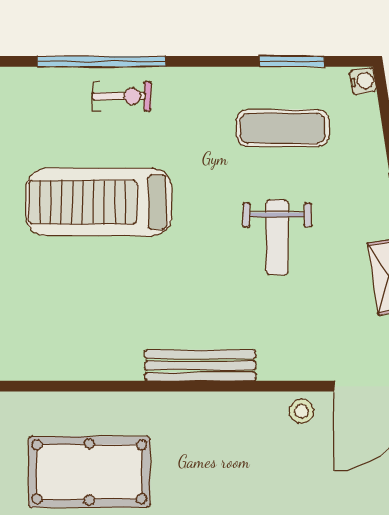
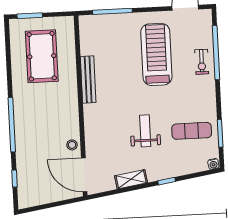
exercise mat: (283, 128) -> (192, 131), turned 90
weight bench: (277, 237) -> (145, 131), turned 90
bench: (200, 365) -> (88, 79), moved

